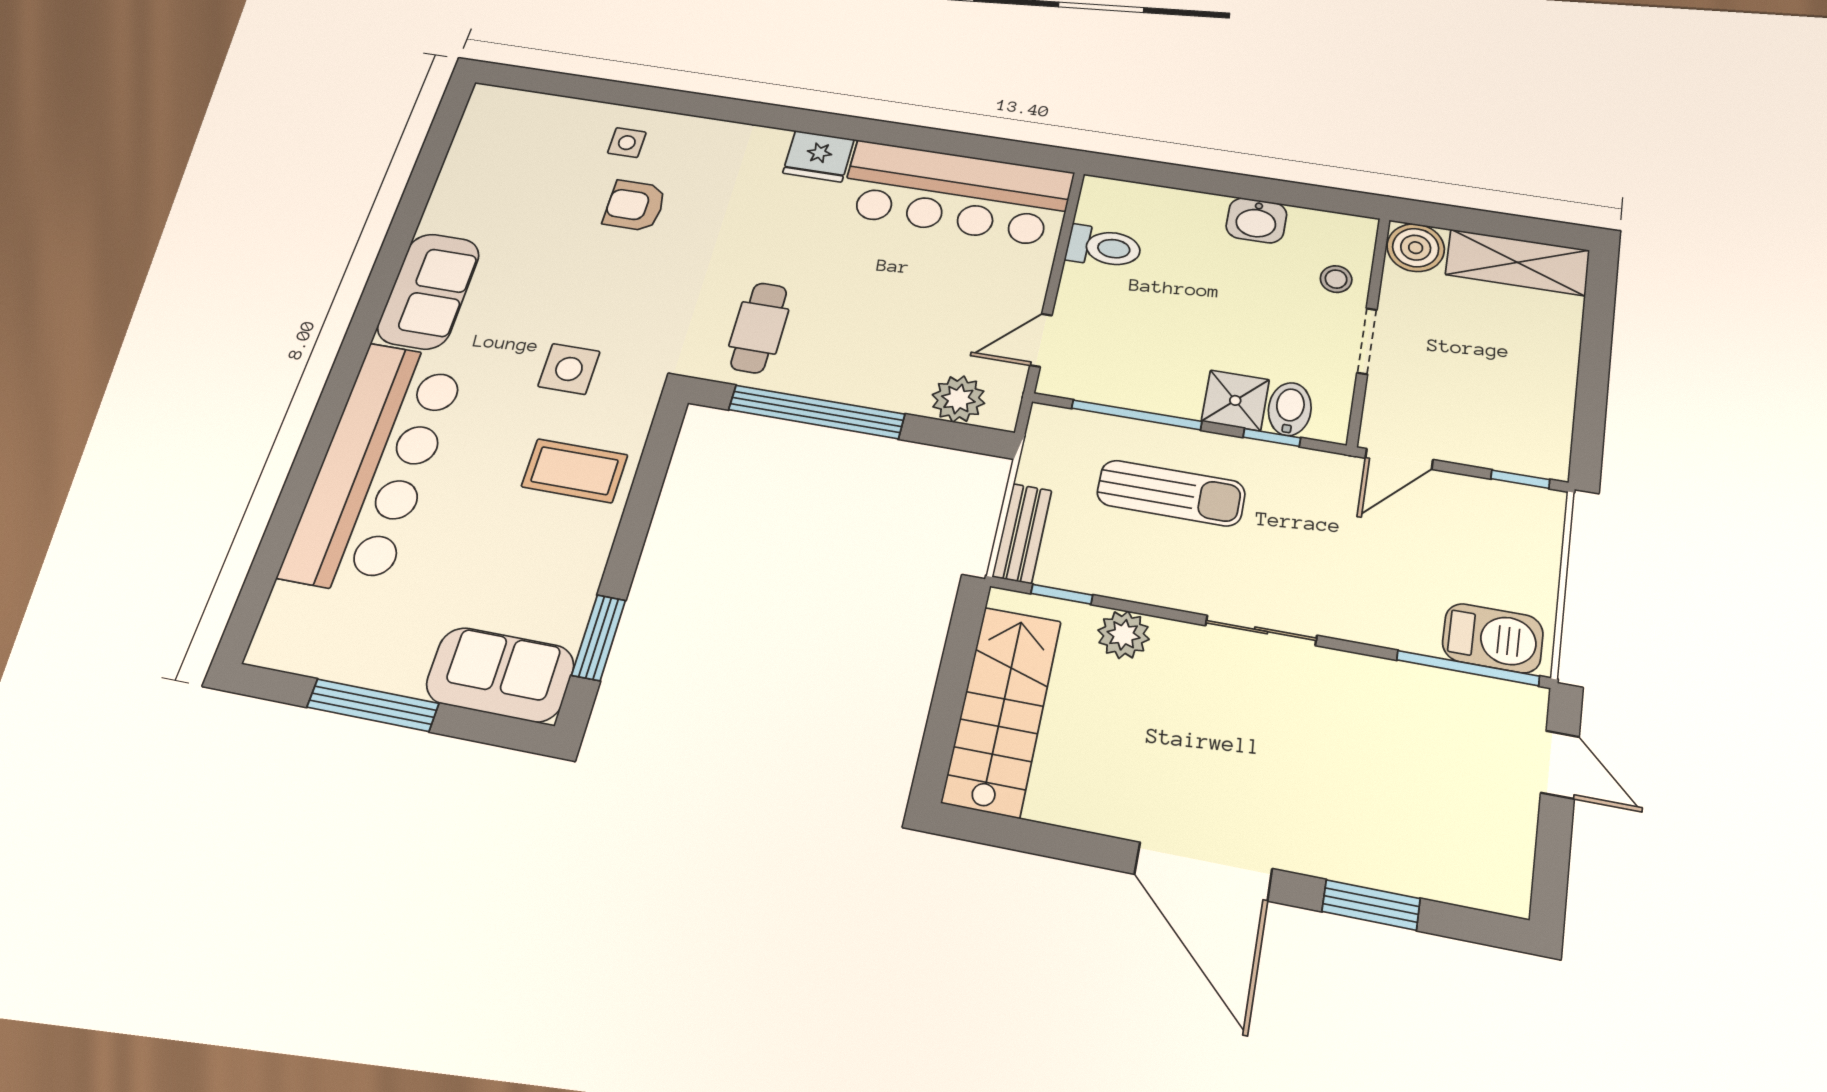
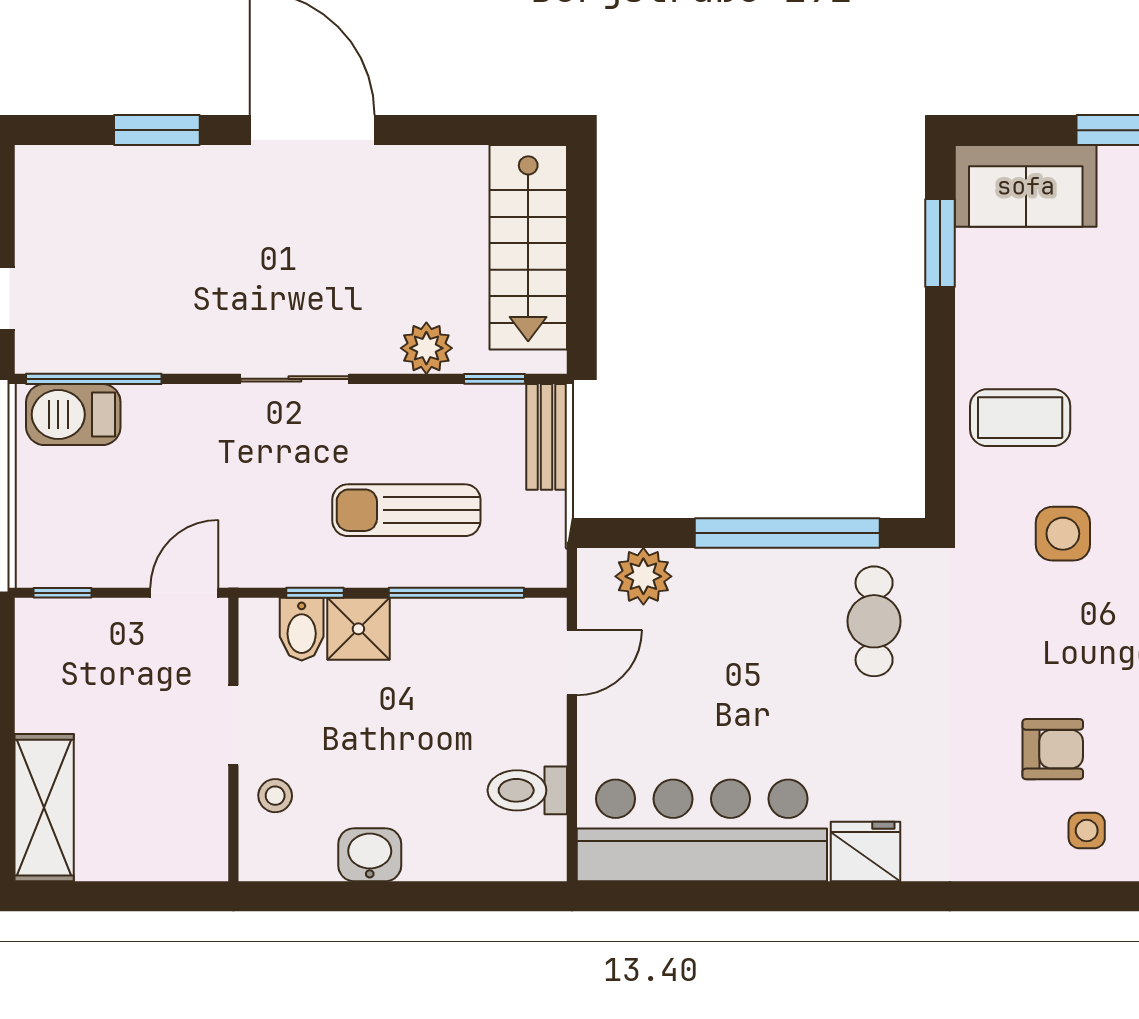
boiler: (1416, 248) -> (196, 851), removed
shelving: (1517, 262) -> (44, 808), moved, turned 90

